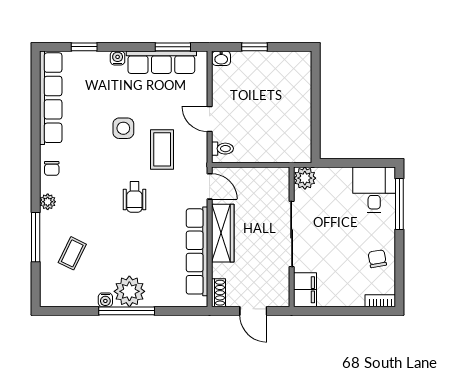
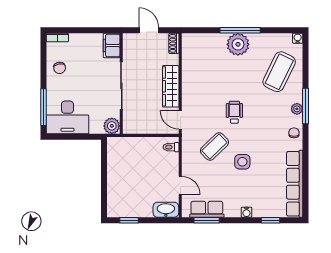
window: (254, 47) -> (129, 220), moved
washbasin: (221, 58) -> (166, 210), width x1.91, depth x1.45
row of seats: (161, 62) -> (207, 209), width x0.68
door: (210, 119) -> (180, 186), moved
coffee table: (162, 149) -> (214, 147), turned 46
desk: (374, 190) -> (67, 117), width x1.37
window: (36, 237) -> (306, 106), moved
row of seats: (197, 251) -> (189, 73), removed
coffee table: (72, 253) -> (279, 72), width x1.86, depth x1.72
water cooler: (105, 300) -> (298, 38), moved

